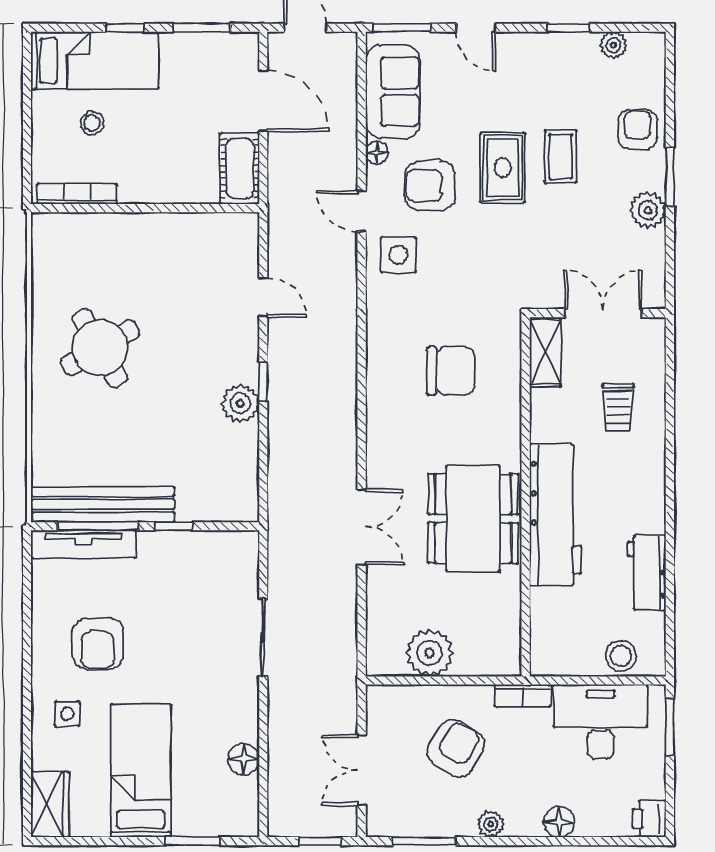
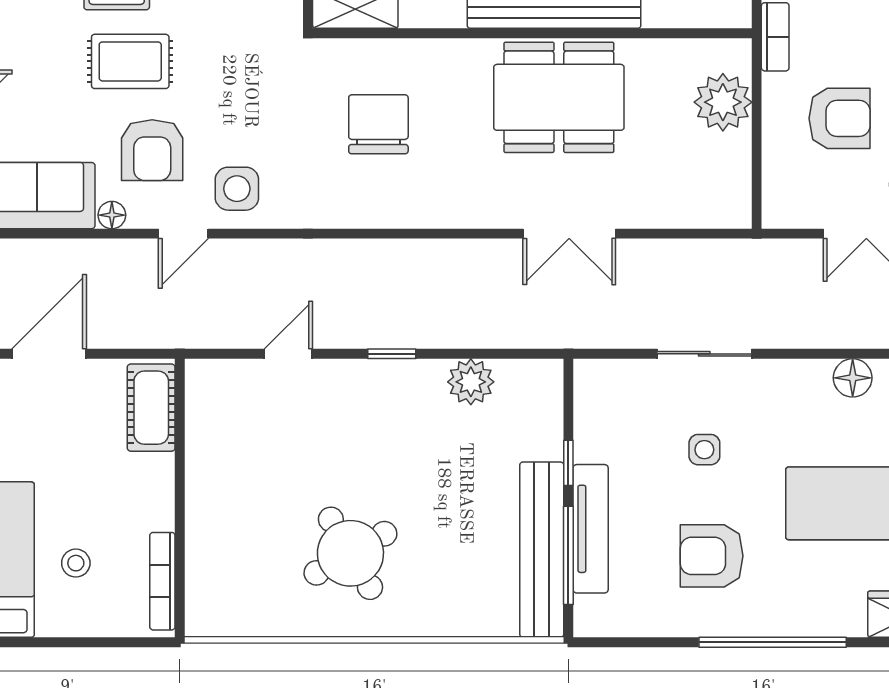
cot: (240, 168) -> (151, 408), moved, turned 90
plant: (240, 403) -> (471, 382), moved
double door: (362, 527) -> (569, 234), swing flipped
tv unit: (84, 544) -> (591, 529), moved
armchair: (98, 644) -> (712, 556), turned 180
plant: (430, 653) -> (723, 102), moved
window: (27, 693) -> (773, 642), added
side table: (67, 714) -> (704, 450), moved
armchair: (456, 748) -> (840, 118), turned 148

